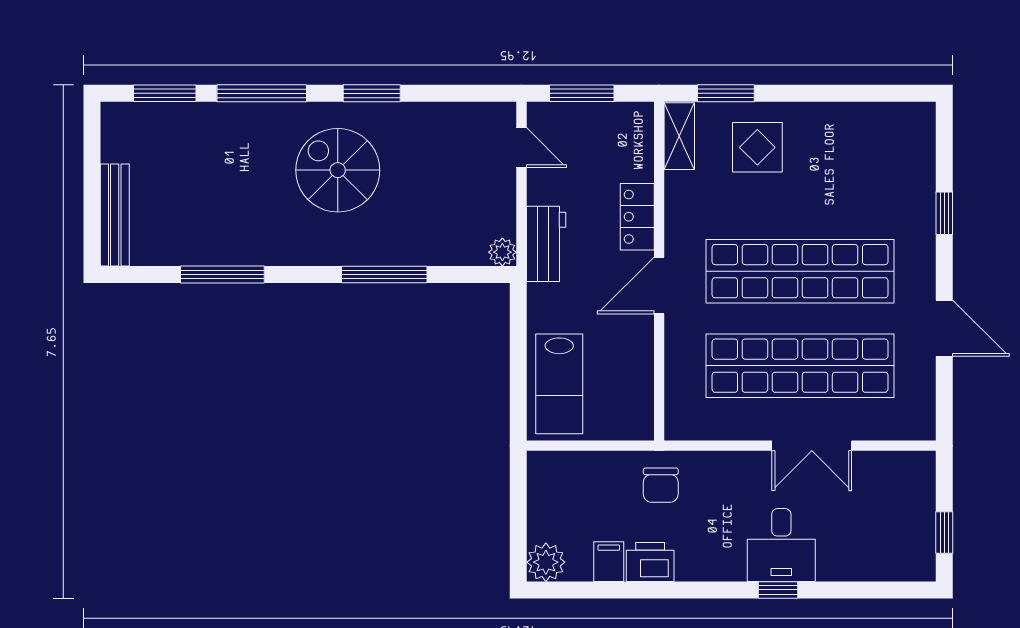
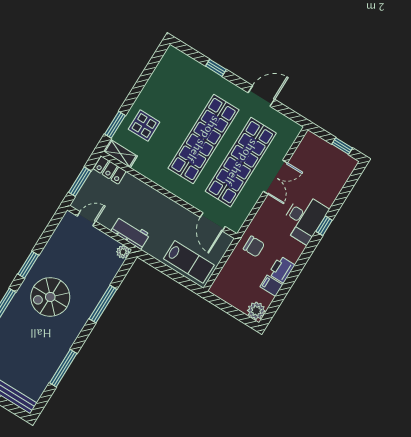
locker: (637, 217) -> (110, 170), moved
door: (659, 285) -> (213, 222), moved
desk: (781, 545) -> (304, 218), width x1.37

